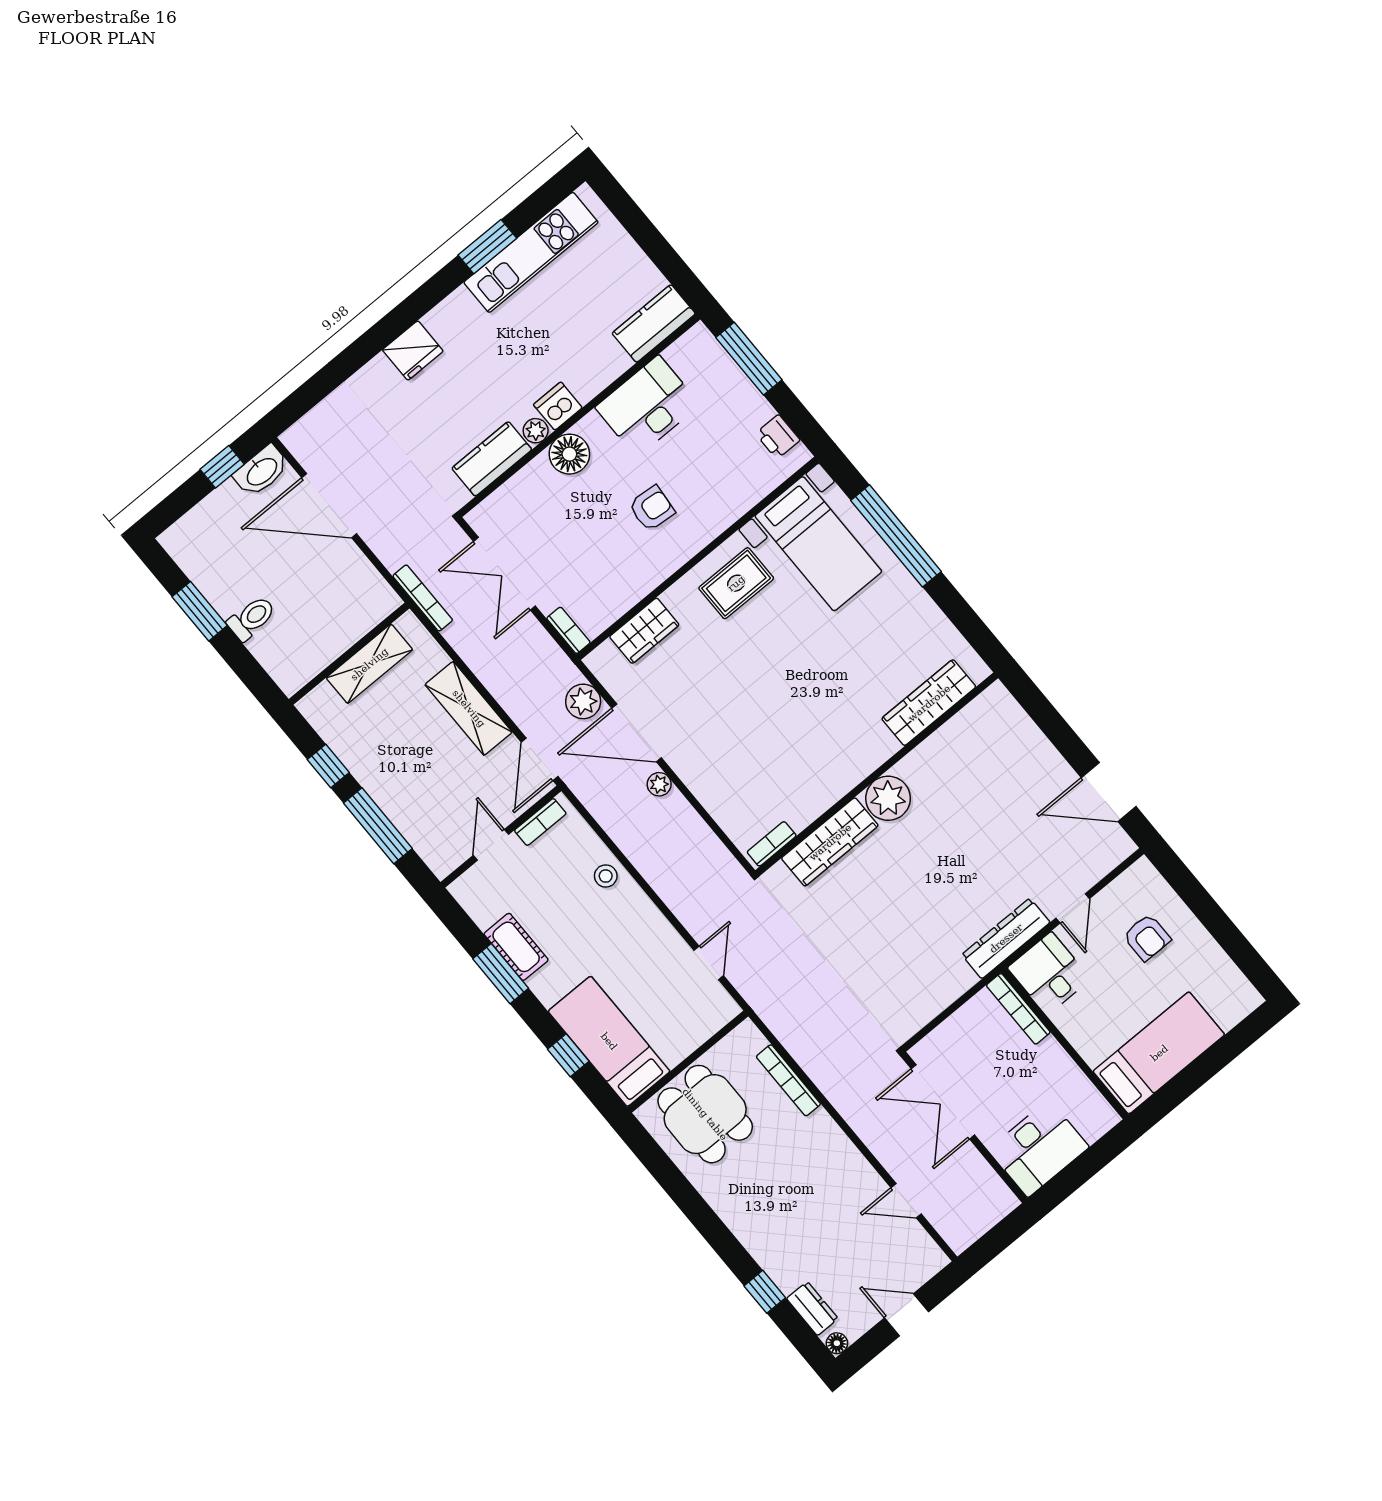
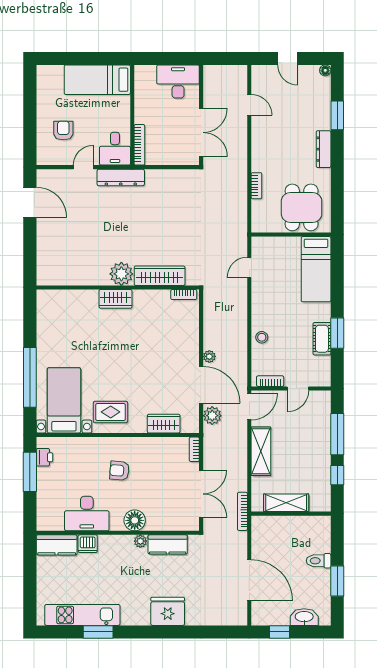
fridge: (413, 350) -> (168, 611), width x1.36, depth x1.34
window: (749, 359) -> (30, 472), moved
dishwasher: (558, 406) -> (88, 544), moved
washbasin: (261, 471) -> (304, 617), moved
wardrobe: (929, 703) -> (116, 299), moved, width x0.67
window: (568, 1055) -> (337, 277), removed
bookcase: (788, 1080) -> (256, 186), width x0.64
window: (765, 1292) -> (337, 115), width x1.50
dresser: (812, 1309) -> (324, 149), moved, width x1.44

